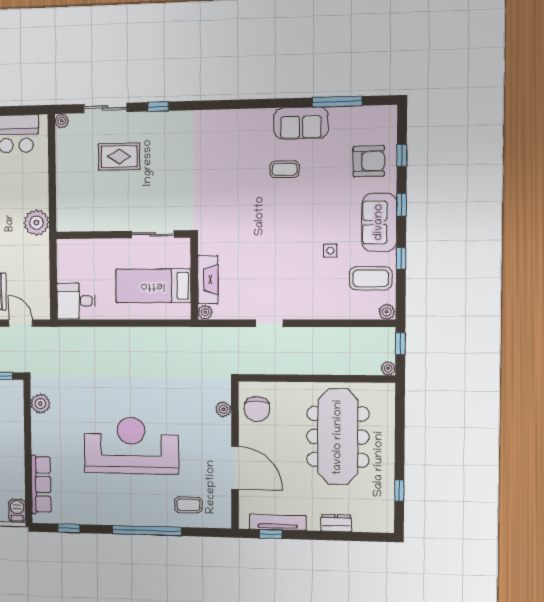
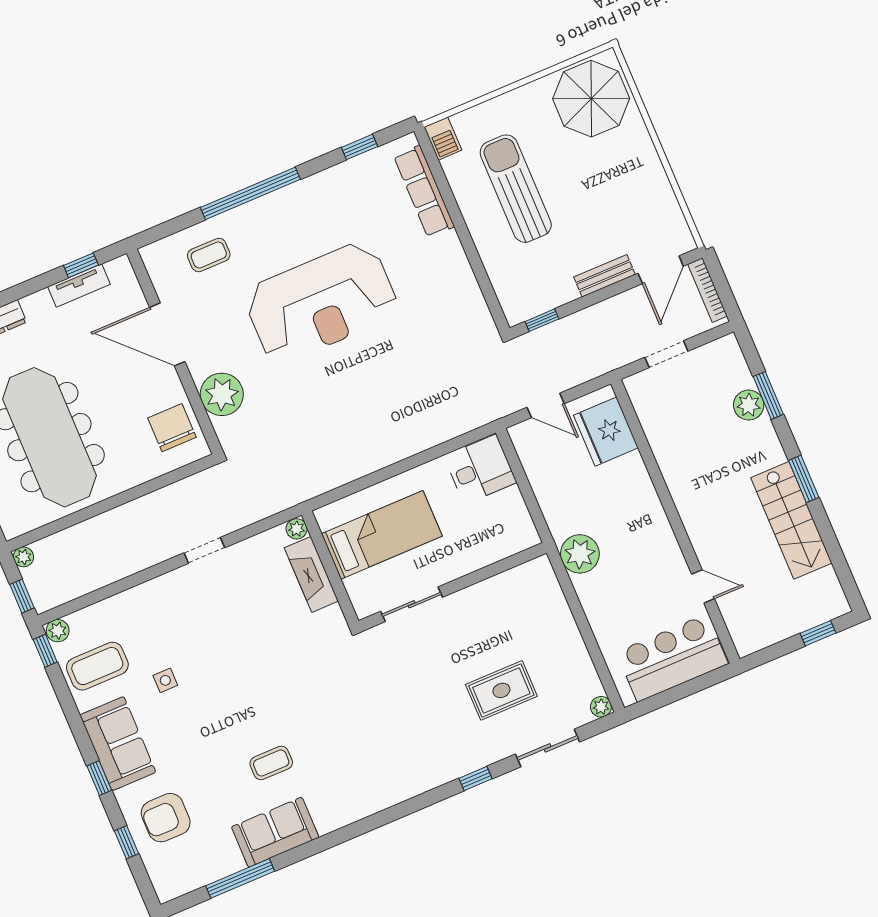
window: (401, 258) -> (45, 651), moved
plant: (40, 404) -> (472, 305), removed
plant: (223, 409) -> (222, 394), width x1.88, depth x1.88
tv unit: (278, 522) -> (79, 285), width x0.71

